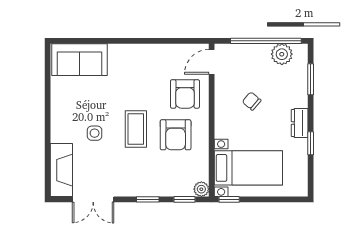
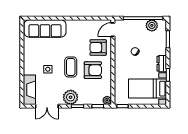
sofa: (80, 60) -> (45, 28), width x1.36
armchair: (185, 94) -> (98, 47), turned 90
armchair: (176, 135) -> (93, 70), turned -90
bed with nightstands: (248, 168) -> (147, 89), moved, turned 180
plant: (135, 183) -> (71, 97), added

